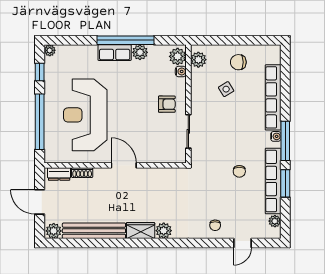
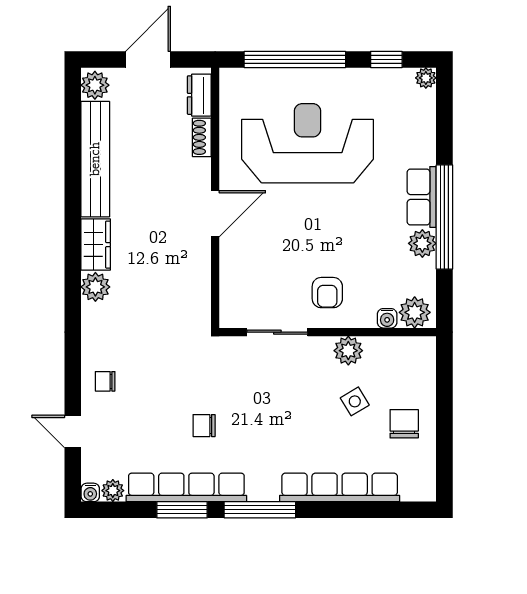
plant: (198, 60) -> (348, 351), moved
water cooler: (276, 136) -> (90, 492), moved

